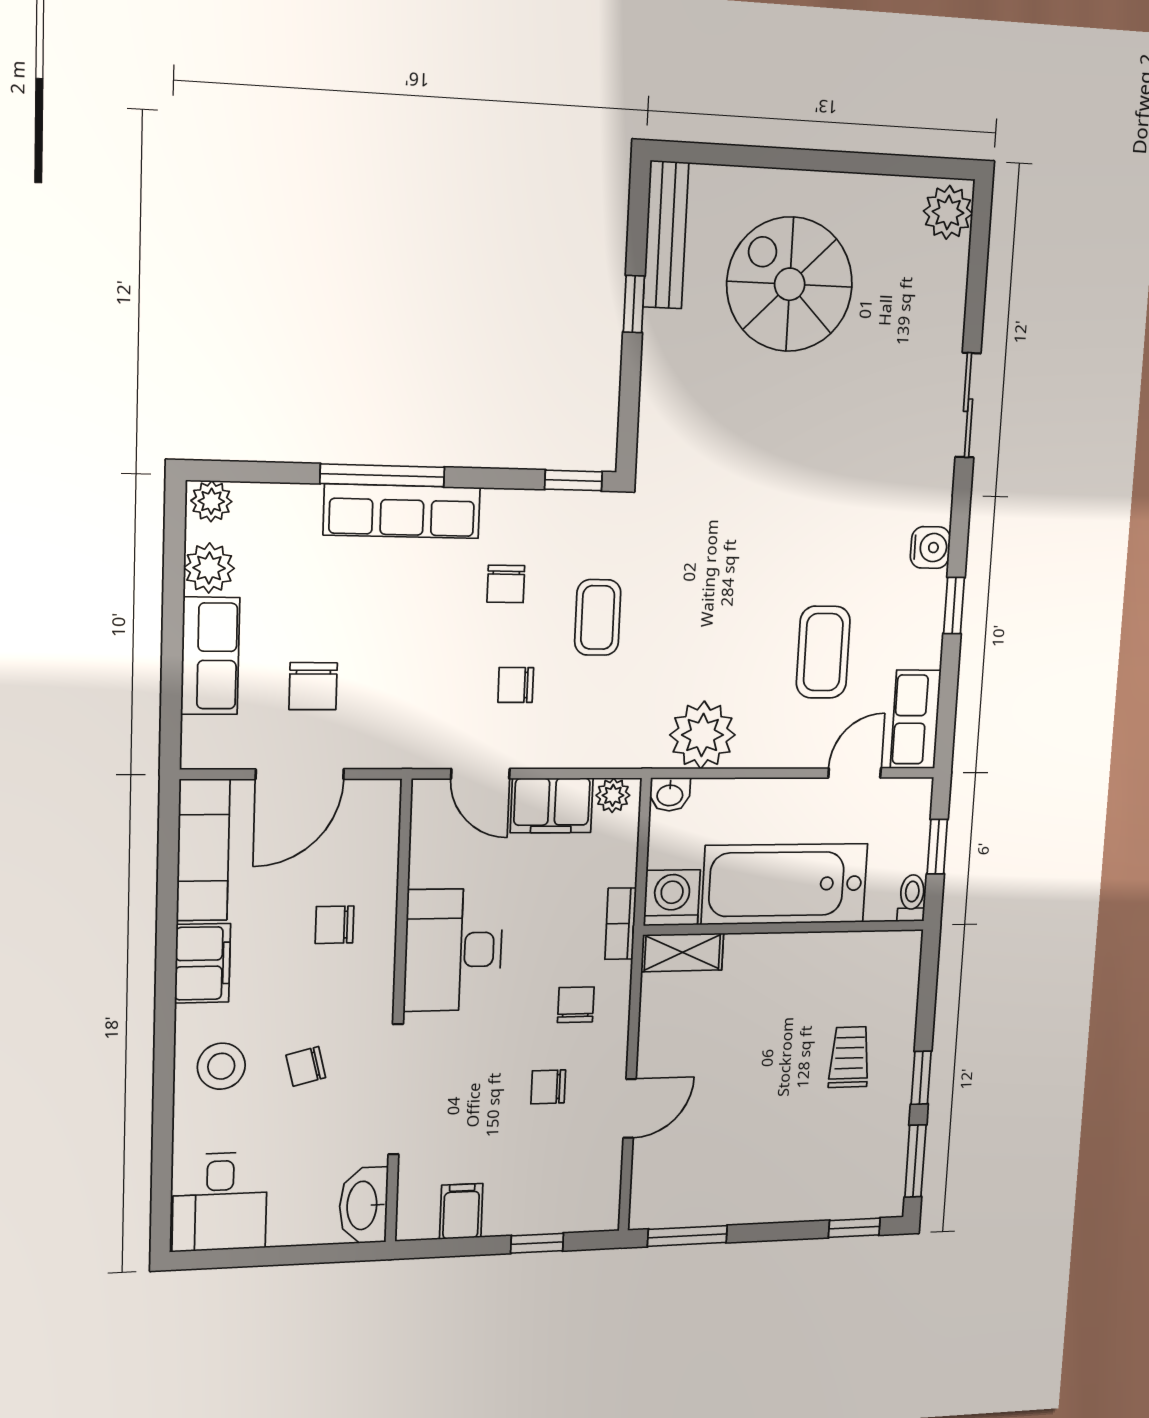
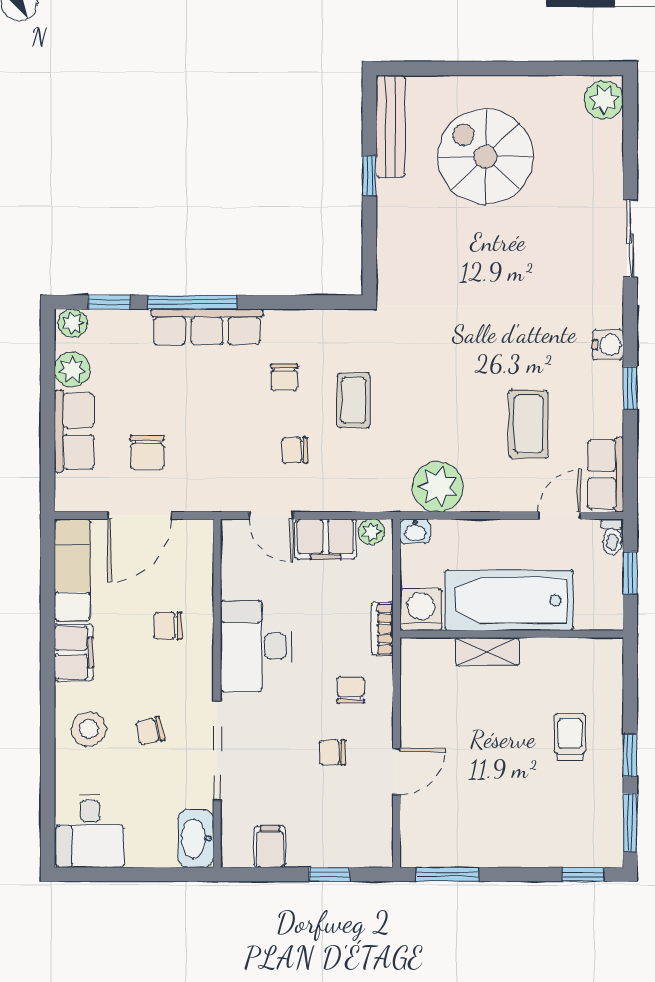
window: (573, 481) -> (109, 302), moved
toilet: (912, 898) -> (612, 537), moved, turned 180
shelving: (682, 952) -> (487, 652), moved

